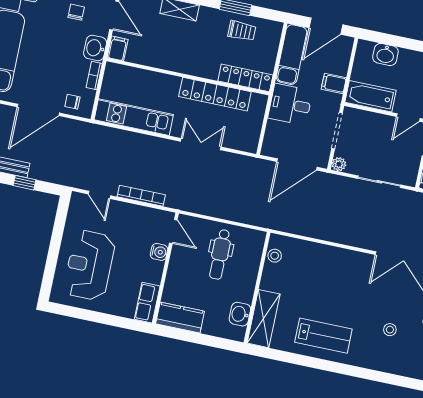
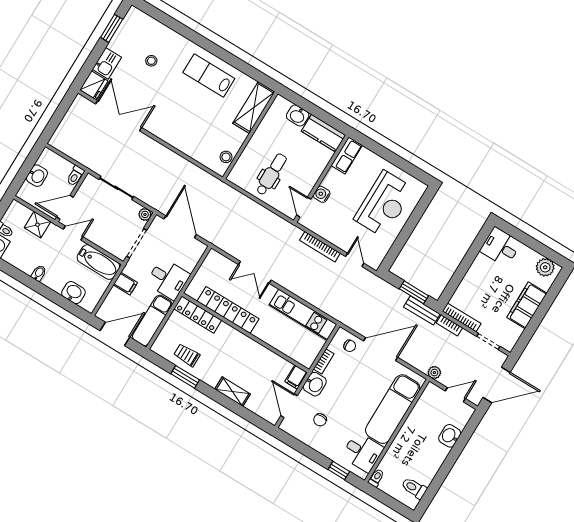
door: (297, 164) -> (180, 227), hinge flipped
window: (24, 183) -> (414, 292), width x1.50
washbasin: (240, 314) -> (298, 116), moved, turned 90

